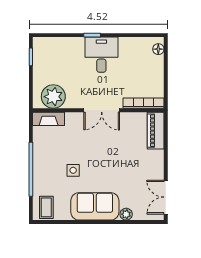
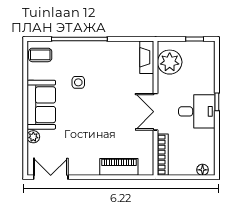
plant: (53, 97) -> (170, 62), moved
bookcase: (144, 103) -> (163, 155), moved
wall: (98, 110) -> (156, 108), moved
double door: (102, 110) -> (156, 112), moved
fireplace: (49, 119) -> (147, 57), moved

